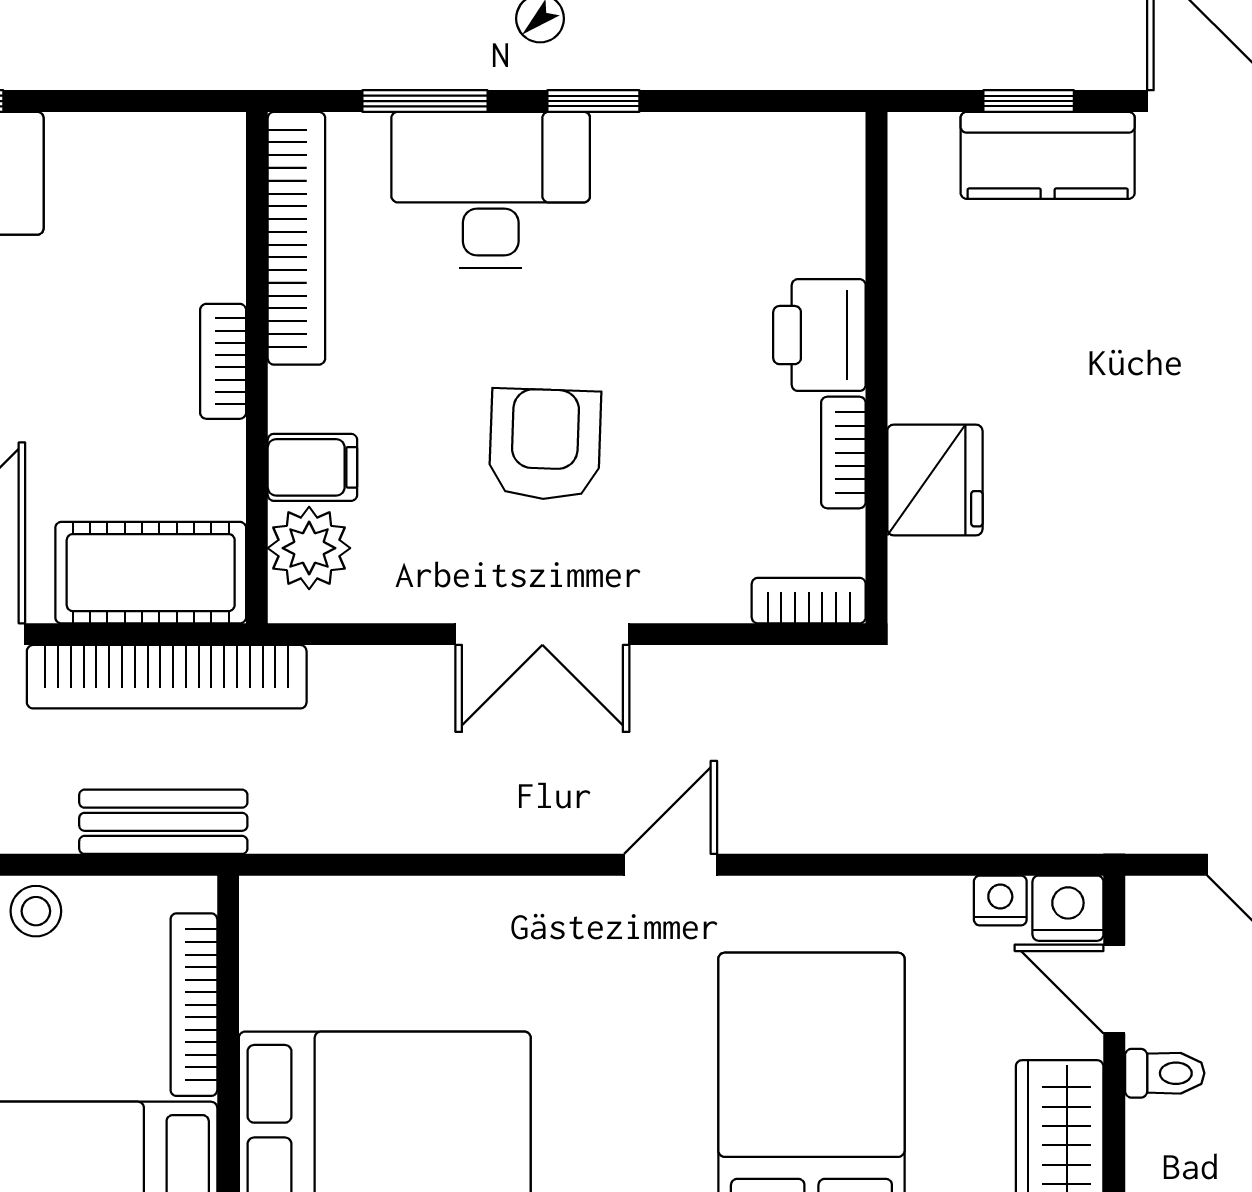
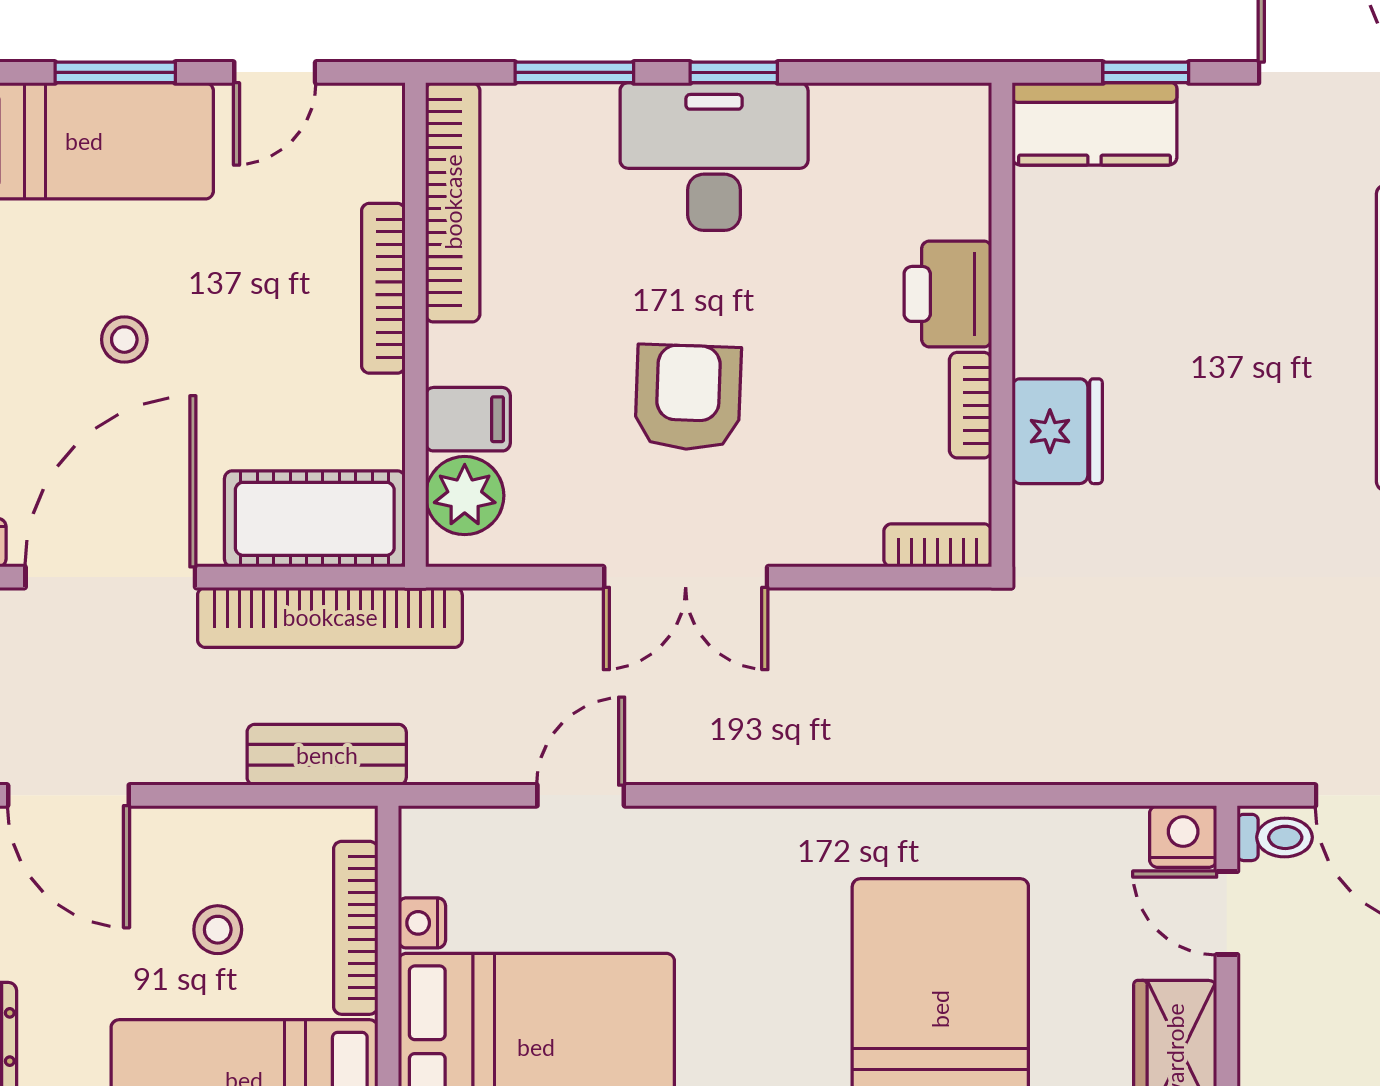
door: (108, 101) -> (275, 72), added
kitchen counter: (1048, 155) -> (1094, 124), moved
desk: (491, 190) -> (714, 157), moved
bookcase: (223, 361) -> (383, 288), width x1.56
door: (671, 865) -> (581, 795), moved
nightstand: (1000, 901) -> (422, 923), moved, turned -90
stool: (36, 911) -> (218, 930), moved
toilet: (1165, 1073) -> (1275, 837), moved

